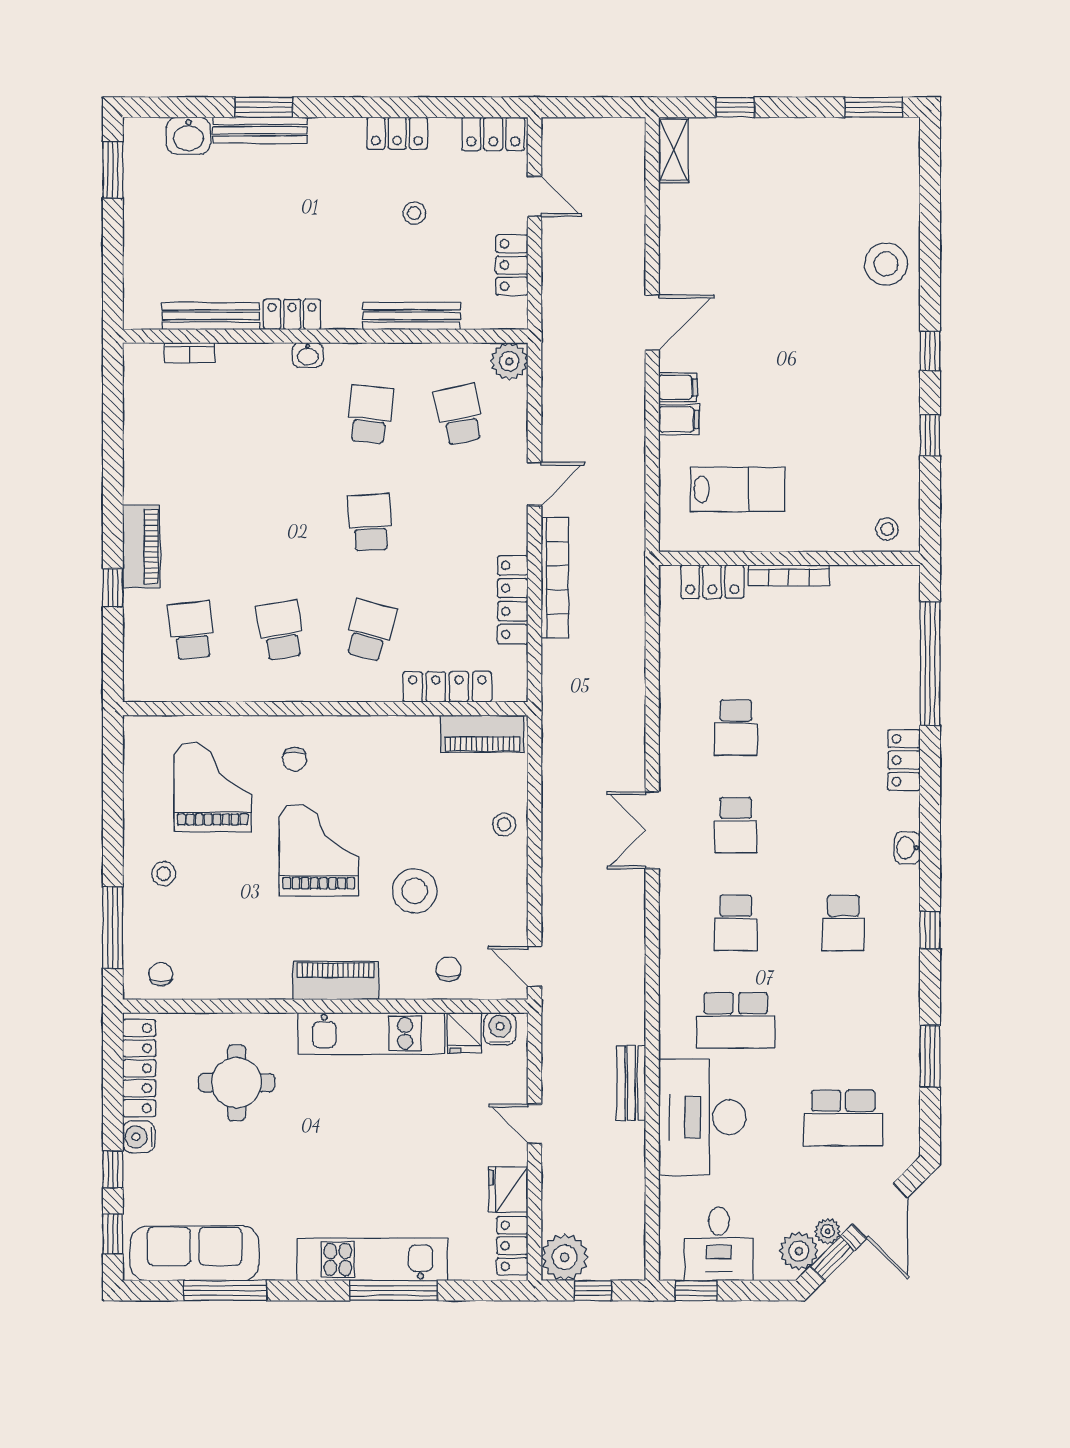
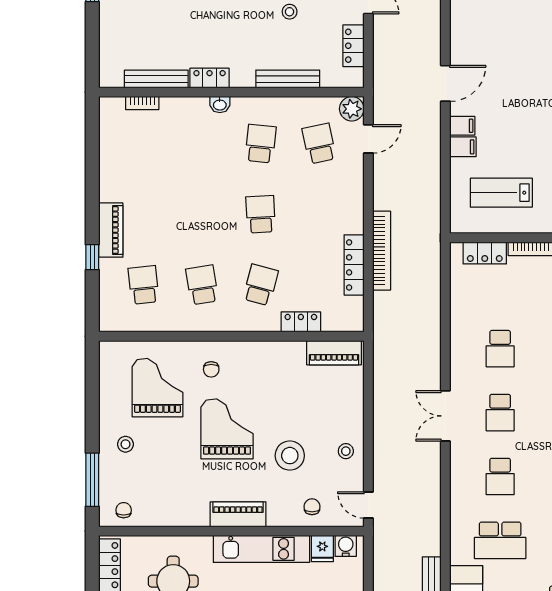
door: (535, 484) -> (368, 139), moved
lab bench: (738, 489) -> (501, 193), turned 180
locker: (447, 687) -> (301, 322), width x0.66
stool: (504, 825) -> (346, 451), moved

